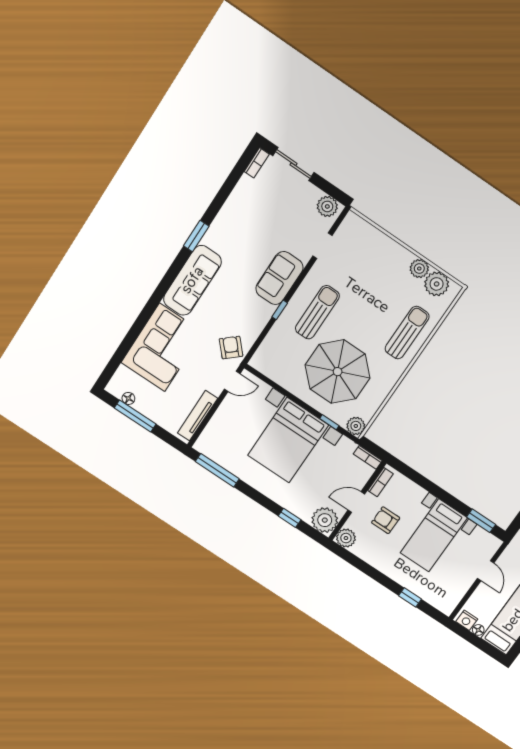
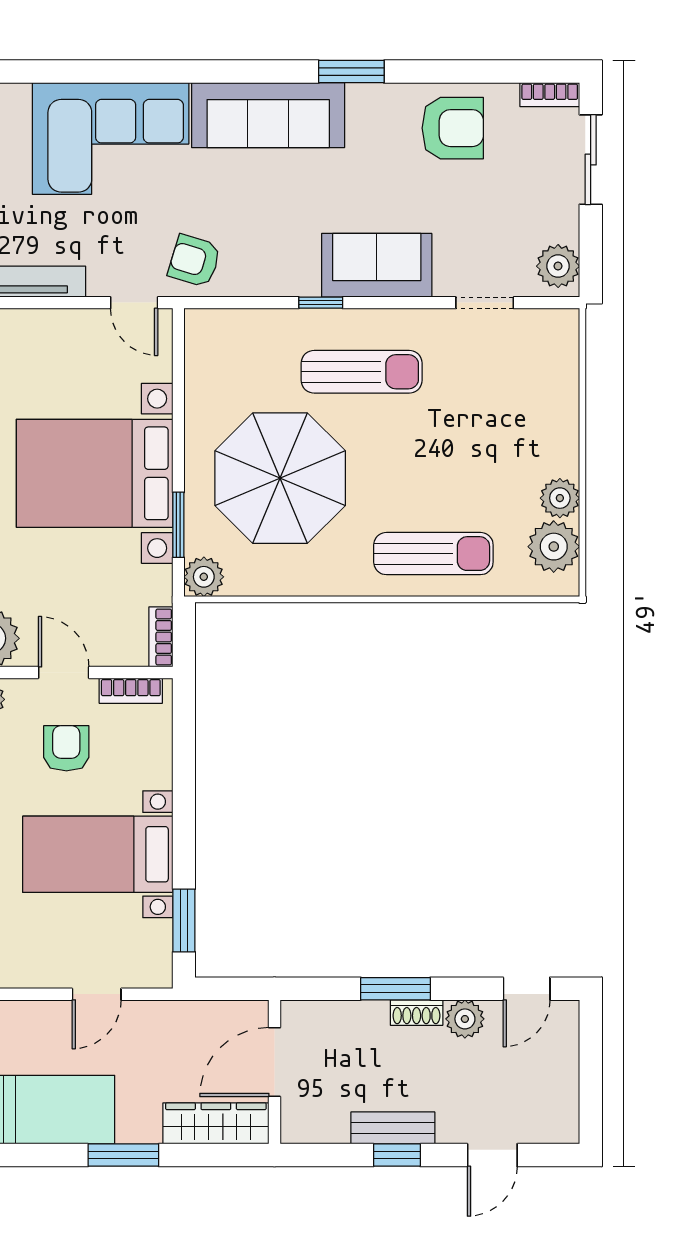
armchair: (245, 211) -> (453, 128), added
armchair: (231, 348) -> (194, 261), turned -121
window: (329, 422) -> (178, 525), width x1.50

